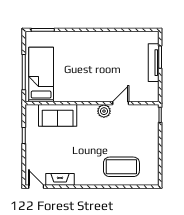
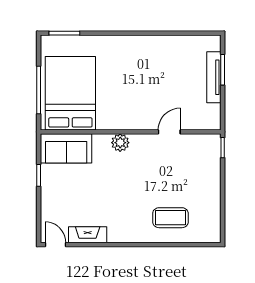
bed: (41, 75) -> (70, 93), width x1.50
plant: (104, 111) -> (120, 143), moved
sofa: (58, 115) -> (66, 148), moved
coffee table: (121, 167) -> (170, 218), width x0.73, depth x0.76

